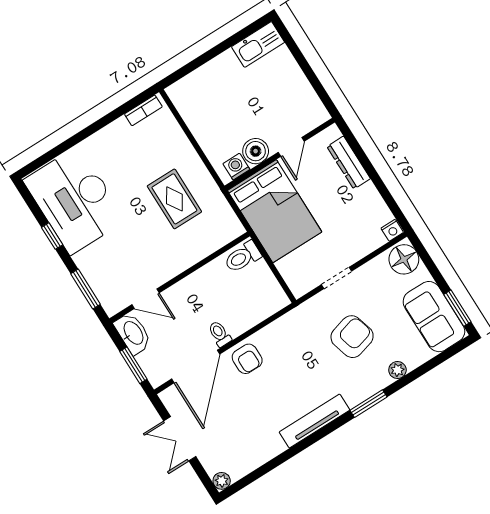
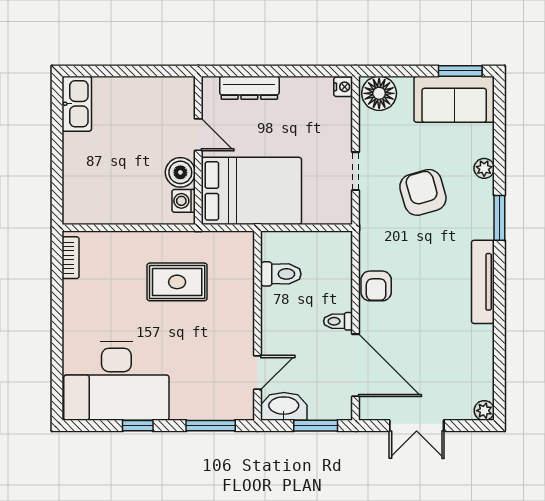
toilet: (243, 257) -> (281, 274), moved, turned -90
armchair: (247, 359) -> (376, 286), moved, turned 90

